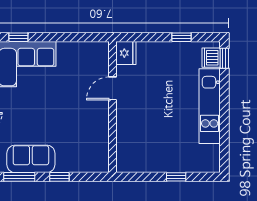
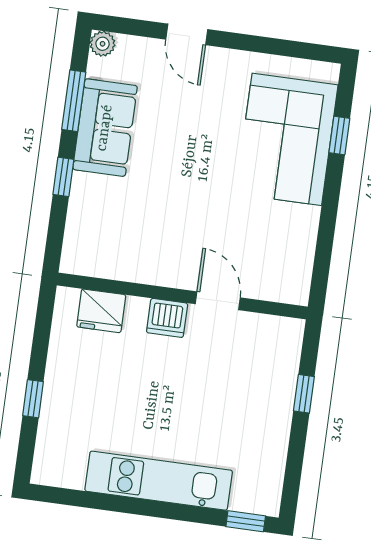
window: (182, 37) -> (304, 394), moved
fridge: (126, 53) -> (101, 311), moved
dishwasher: (211, 58) -> (167, 318), moved, turned 180

